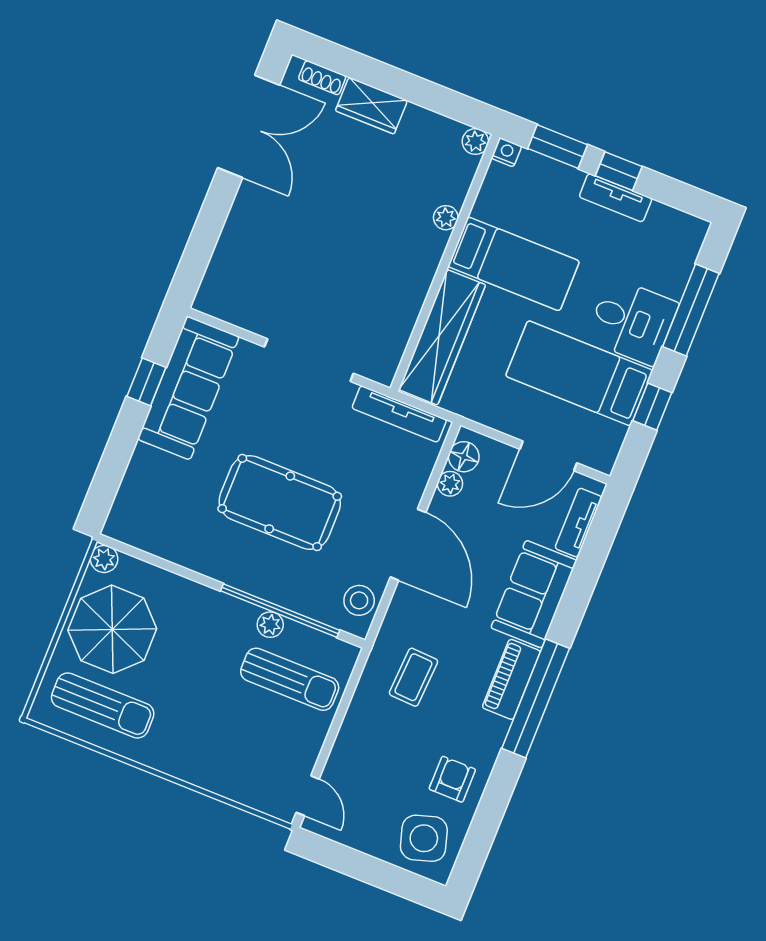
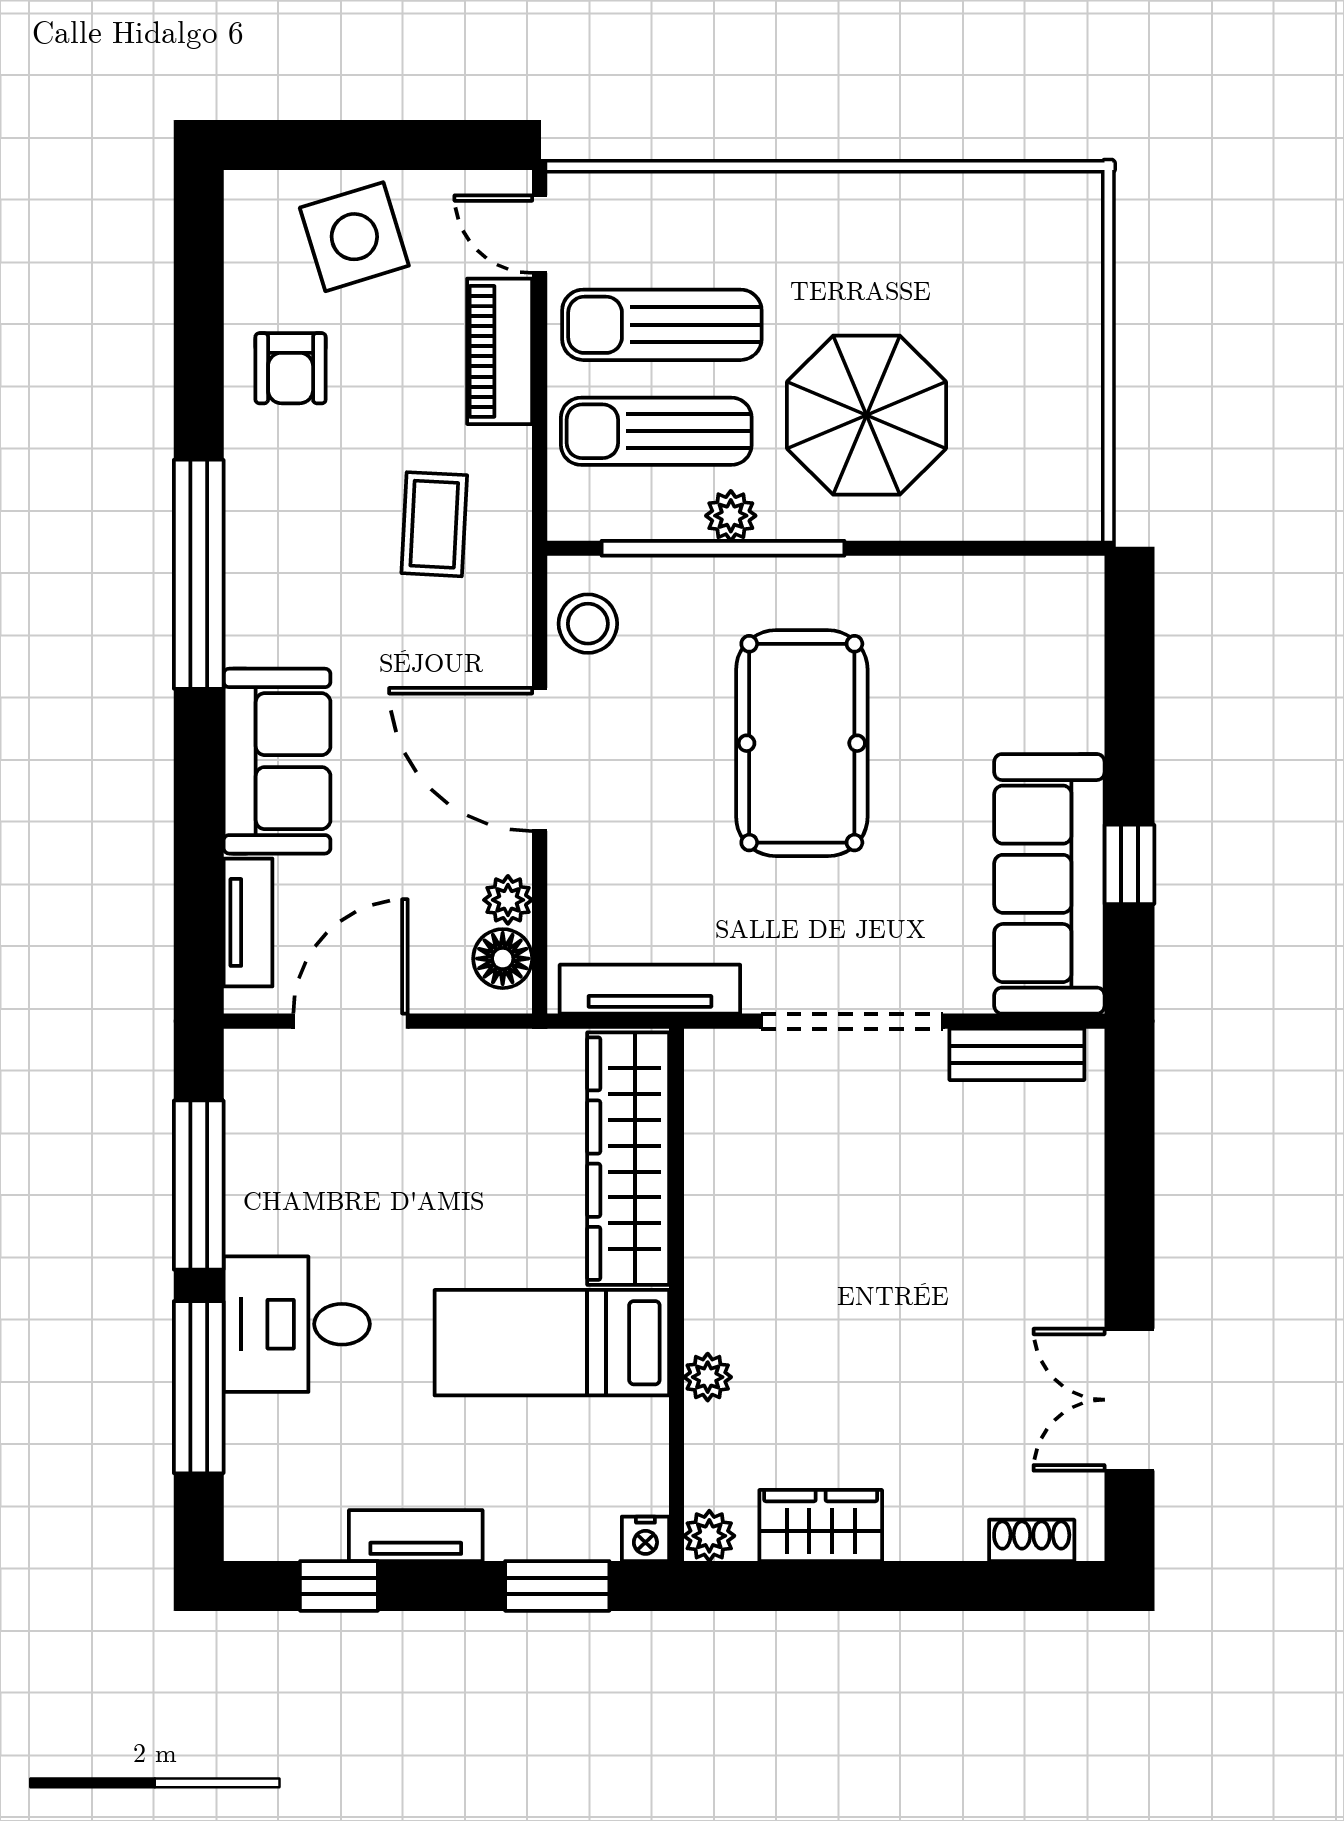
wardrobe: (371, 106) -> (821, 1525), moved
double door: (249, 126) -> (1129, 1400), width x0.73
window: (619, 171) -> (339, 1586), moved
bench: (236, 313) -> (1017, 1054), added
bed: (579, 373) -> (355, 1192), removed
window: (652, 407) -> (199, 1185), width x2.17
pool table: (280, 502) -> (802, 743), turned 90
plant: (104, 559) -> (1078, 514), removed
parasol: (112, 629) -> (866, 415), moved
piano: (511, 679) -> (500, 351), moved, turned 180
sun lounger: (103, 705) -> (662, 325), moved
side table: (424, 838) -> (354, 237), moved

